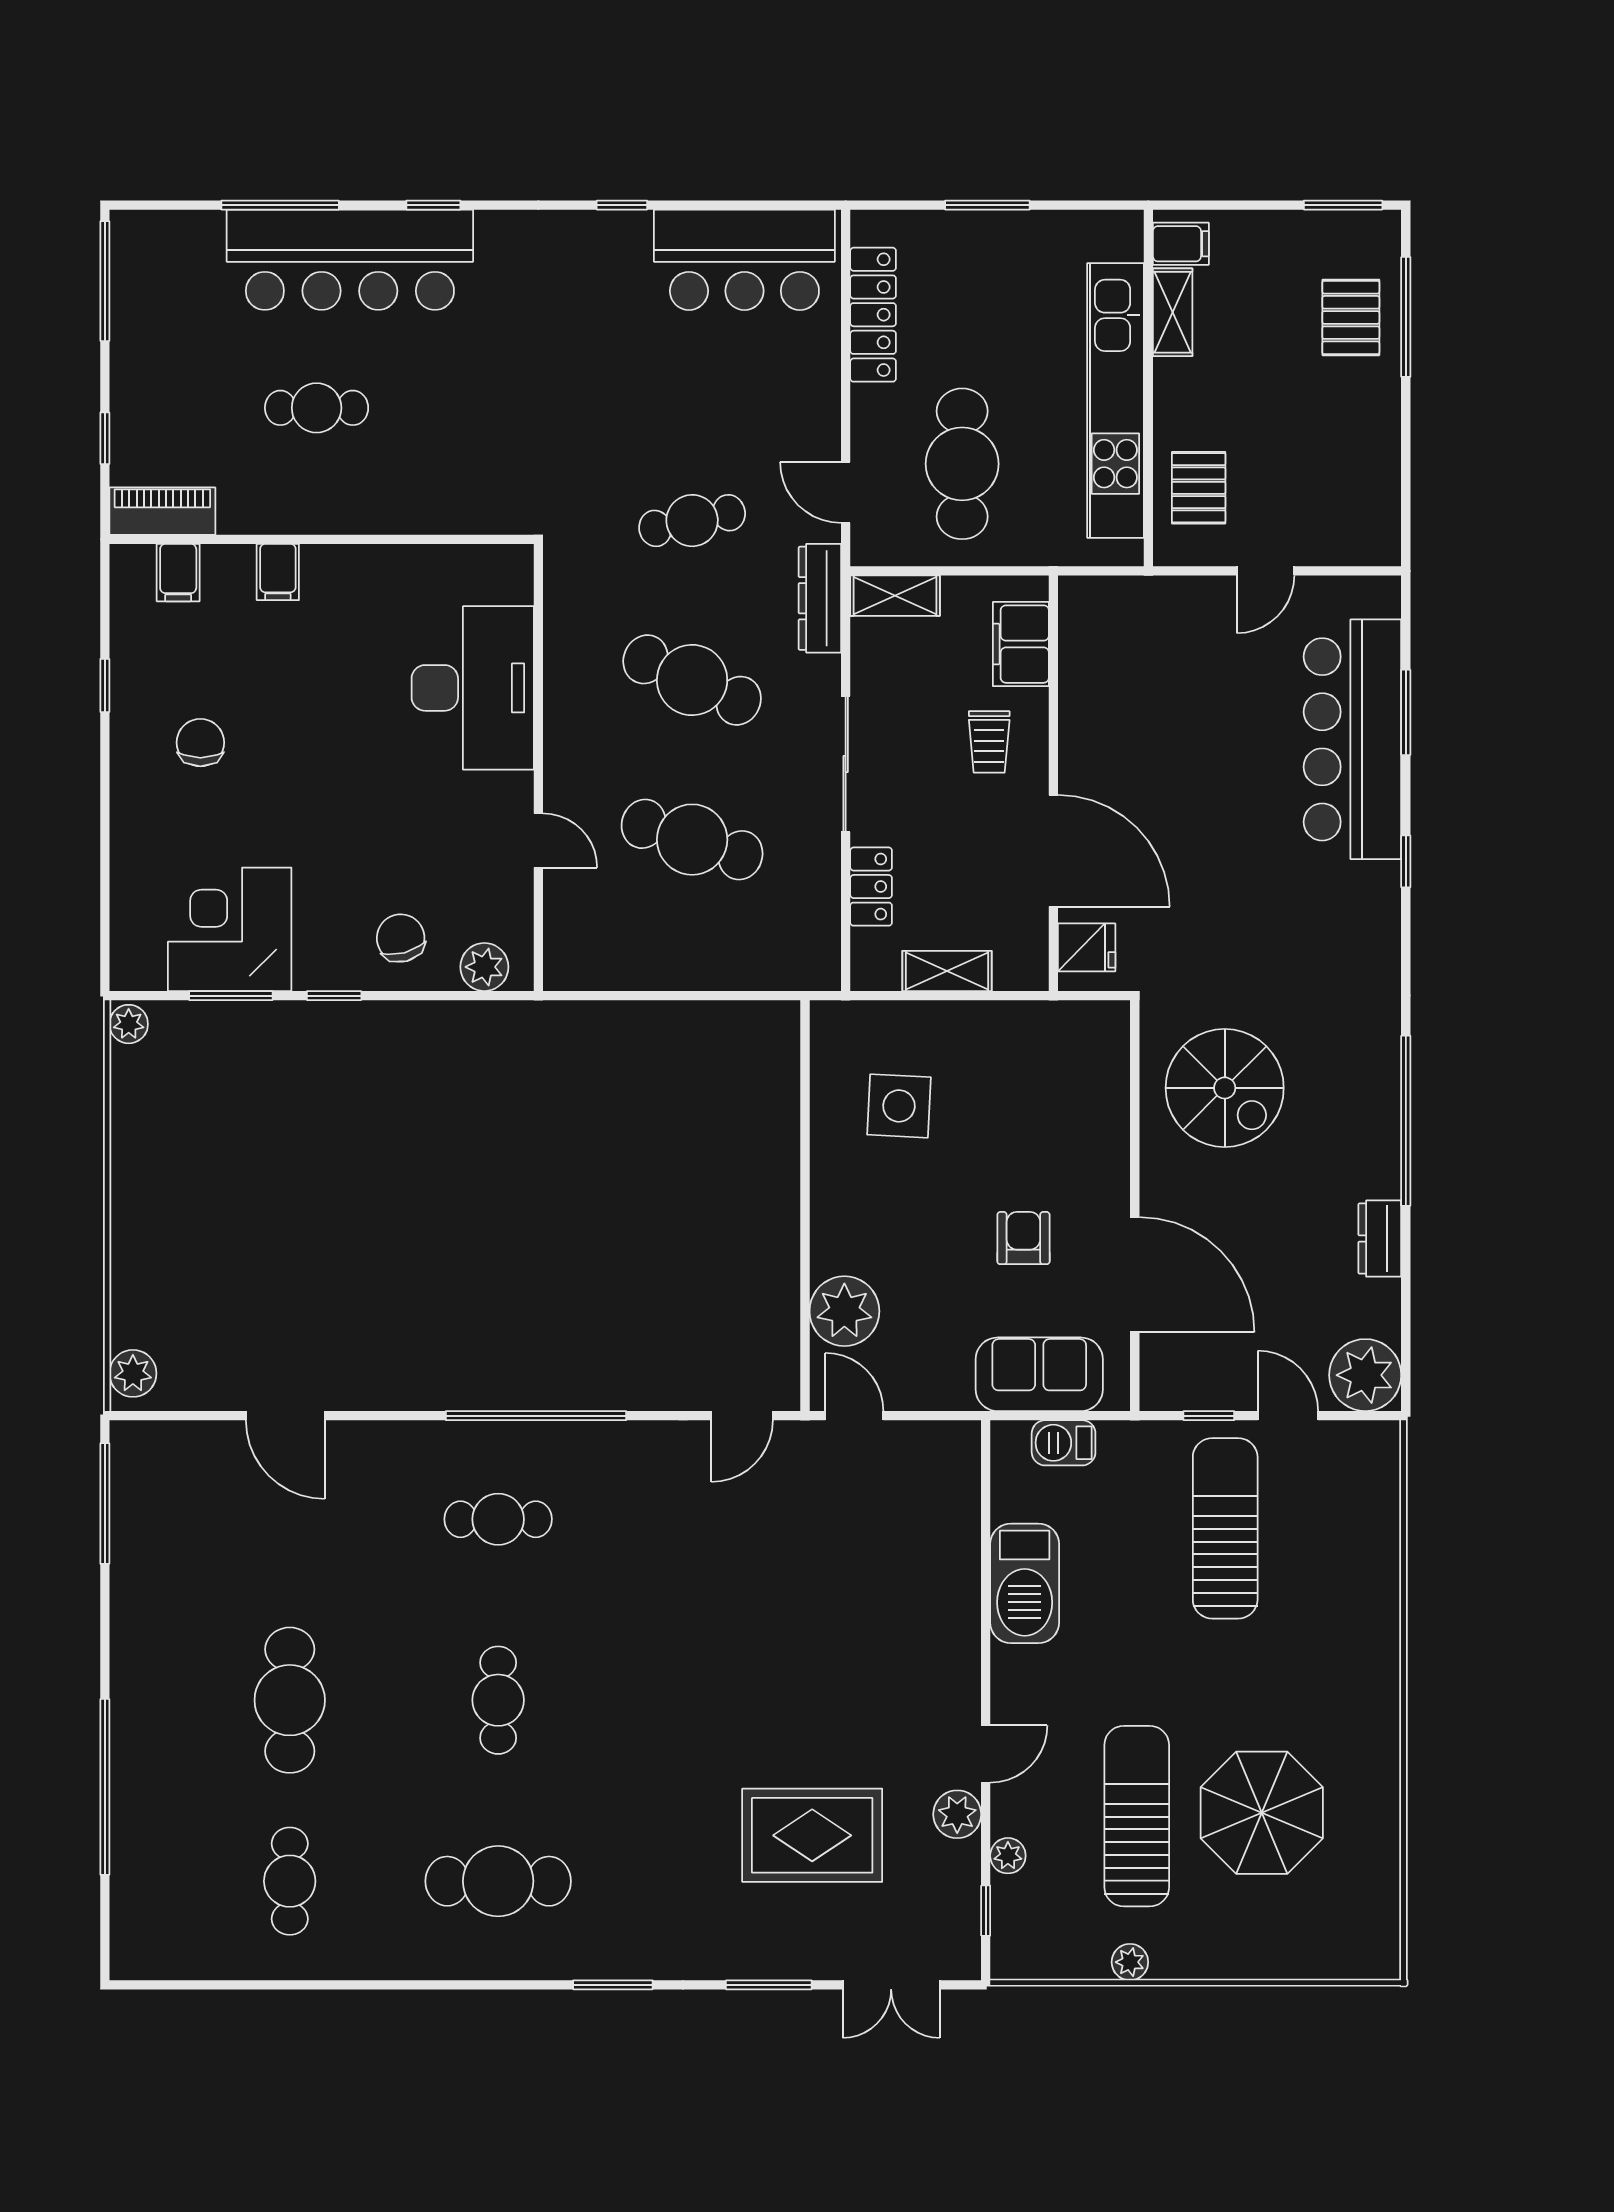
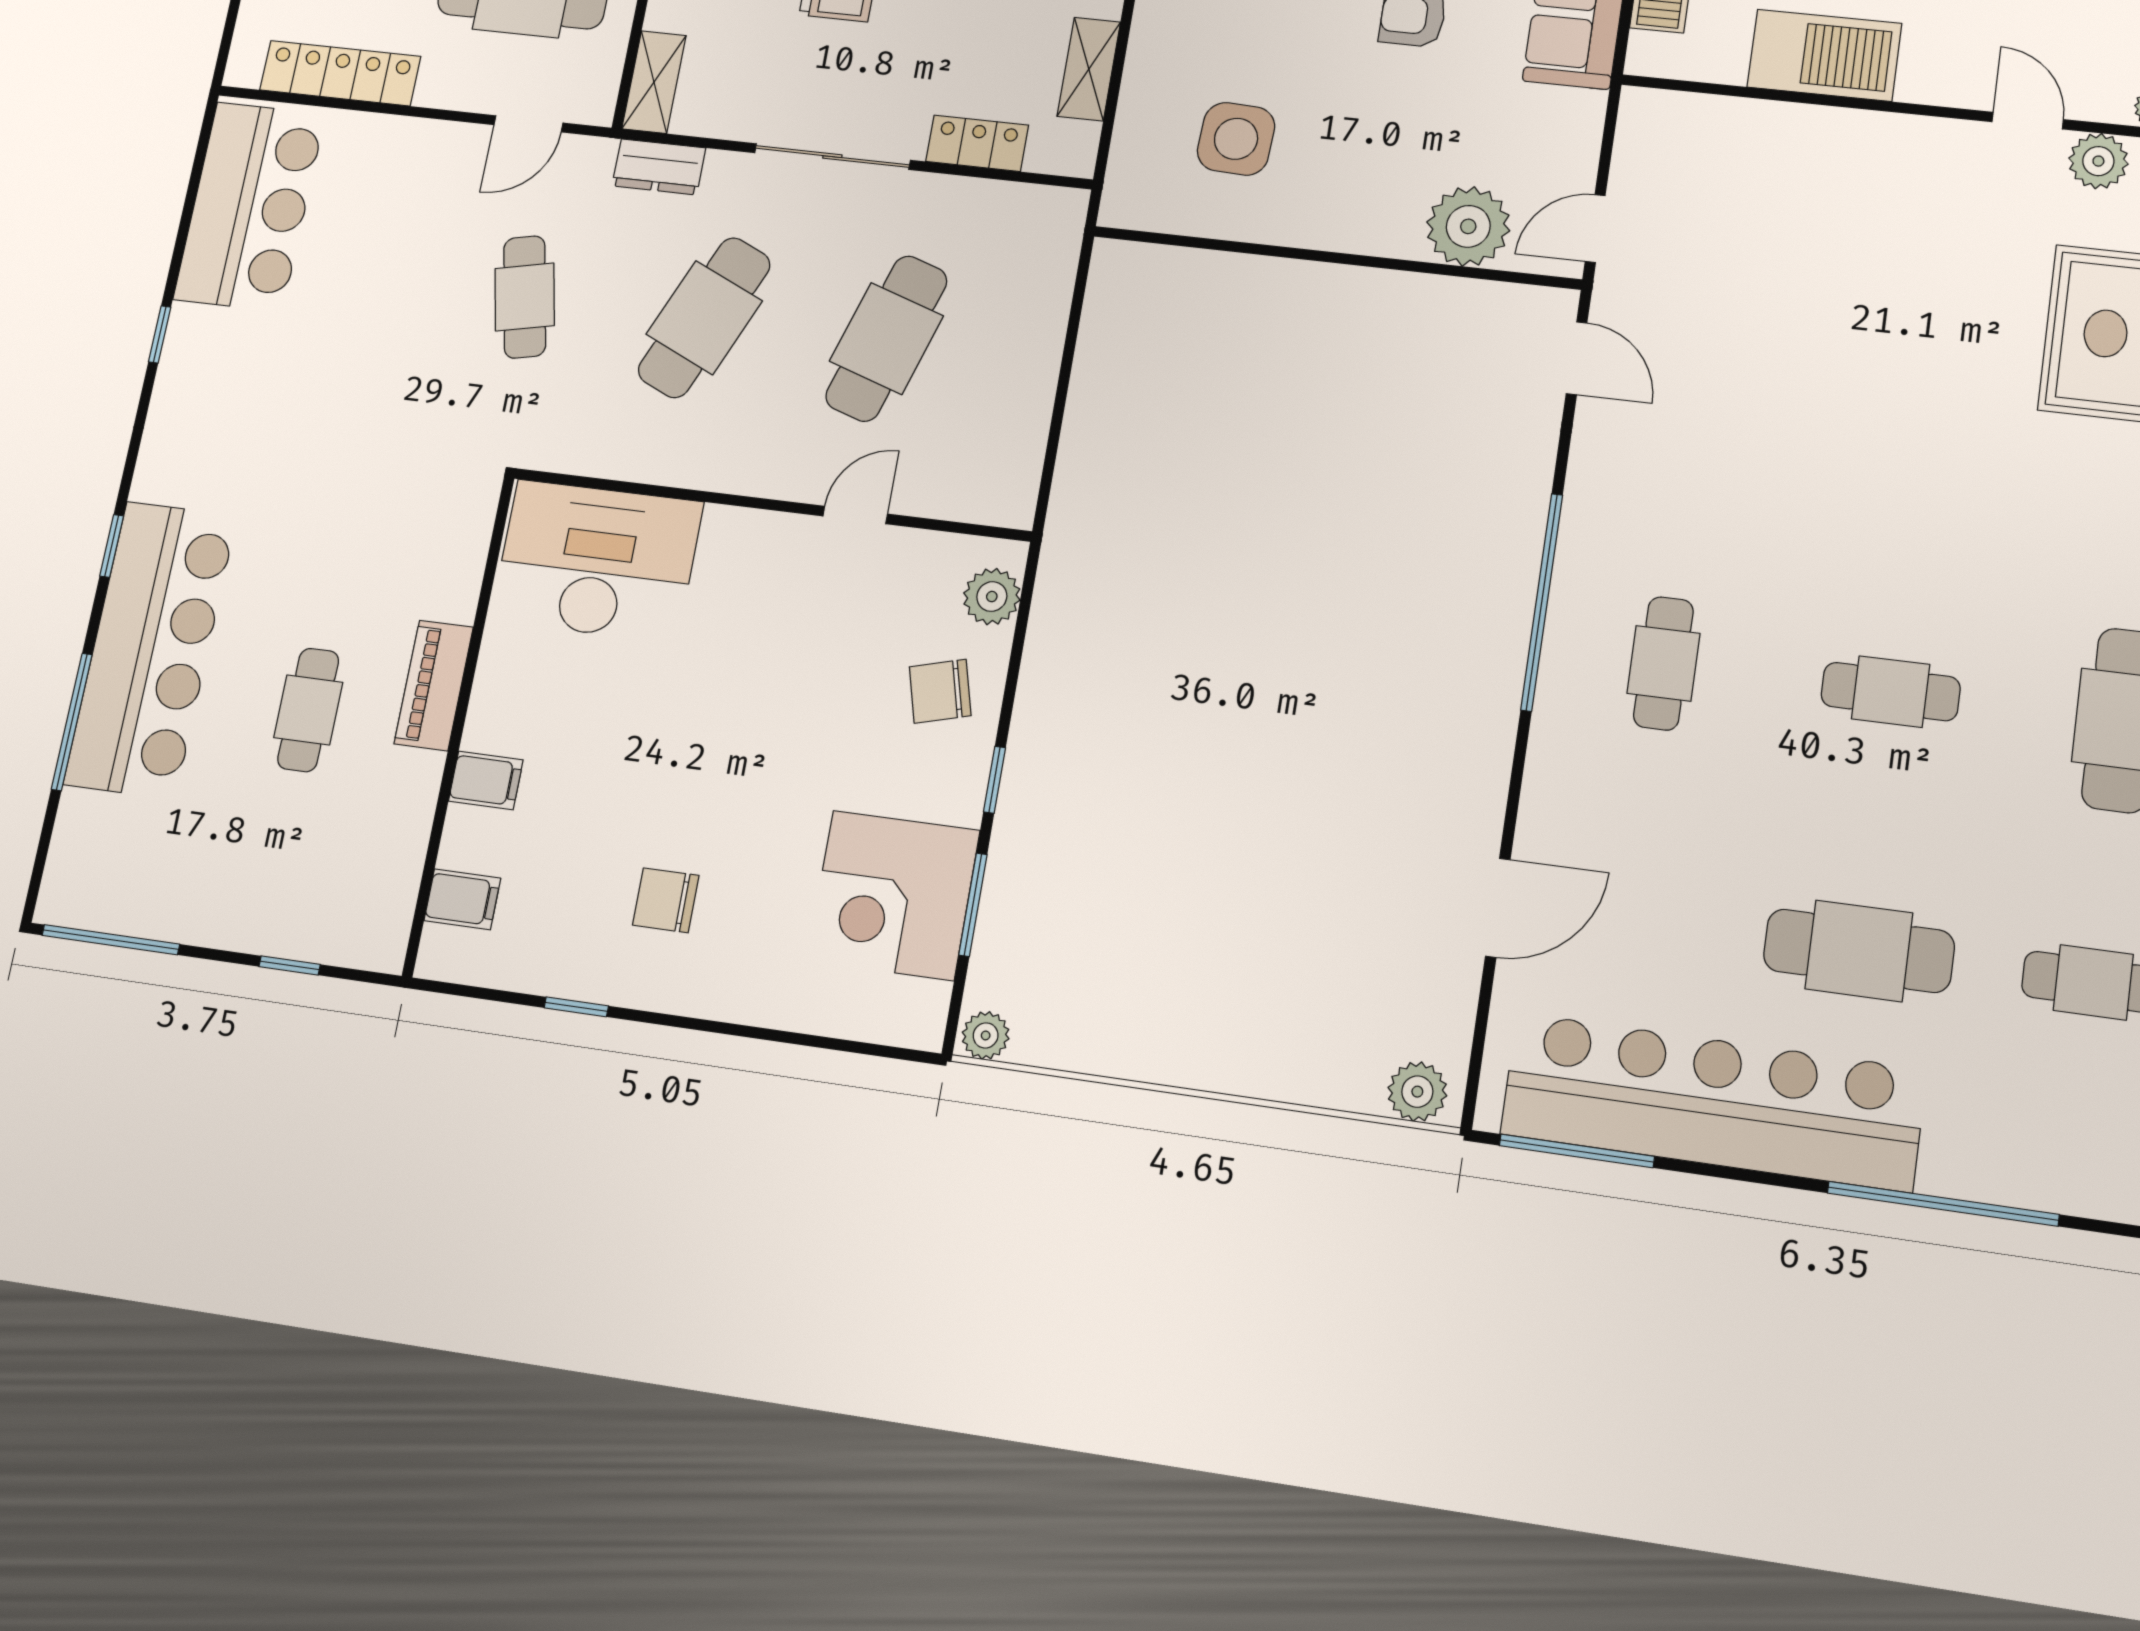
piano: (162, 511) -> (434, 685), moved
dresser: (820, 598) -> (659, 167), width x0.70
desk: (473, 688) -> (597, 561), moved
bar counter: (157, 1603) -> (1713, 1102), added

